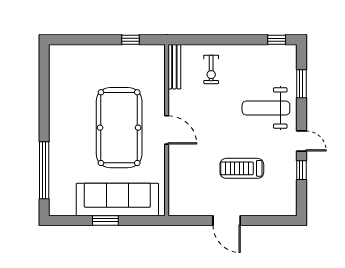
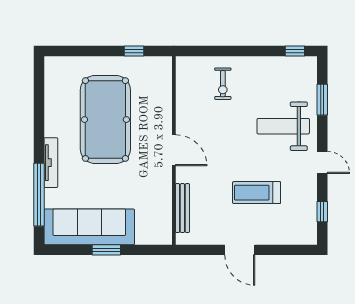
bench: (174, 67) -> (182, 208), moved
pool table: (119, 128) -> (105, 120), moved
tv unit: (55, 141) -> (51, 163), added
window: (301, 170) -> (322, 212), moved
sofa: (117, 200) -> (89, 227), moved

